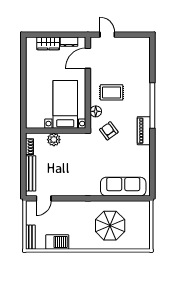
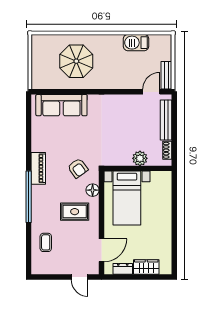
coffee table: (137, 65) -> (46, 242), added
bench: (30, 237) -> (166, 75), moved

